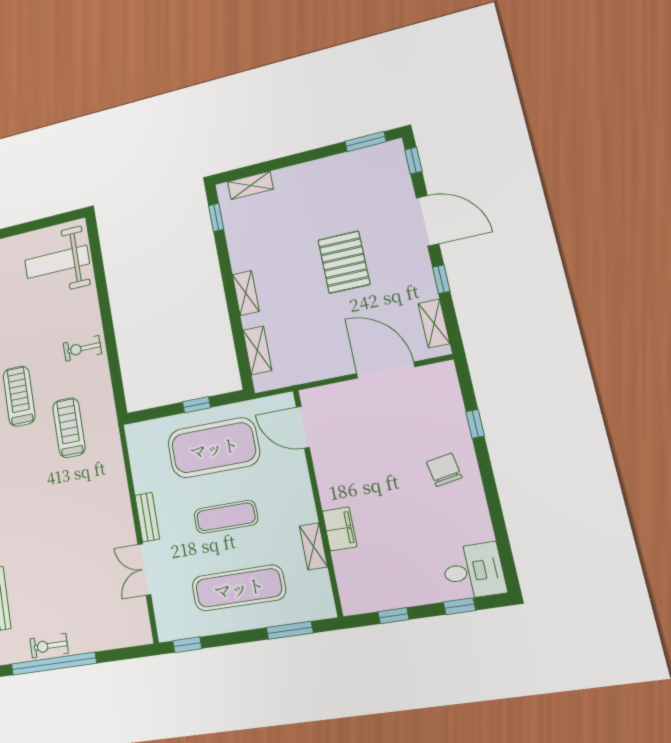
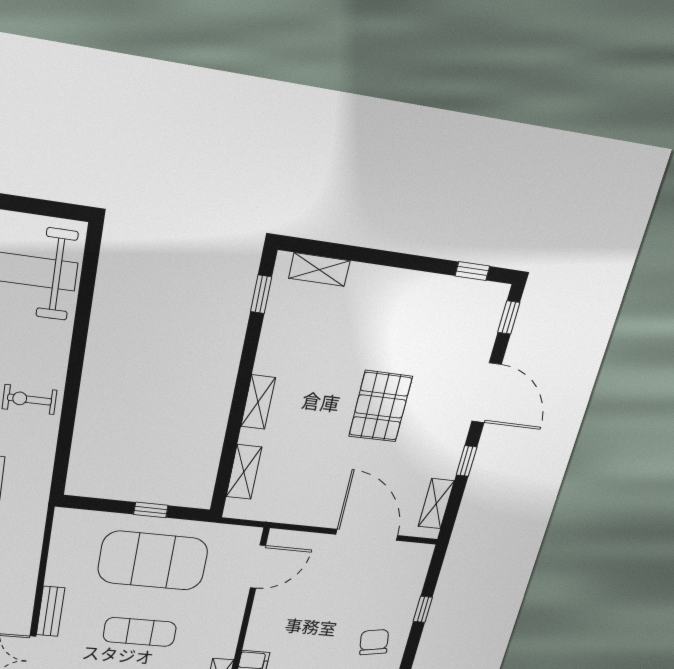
window: (366, 141) -> (472, 271), width x0.67
door: (303, 427) -> (258, 567), swing flipped

